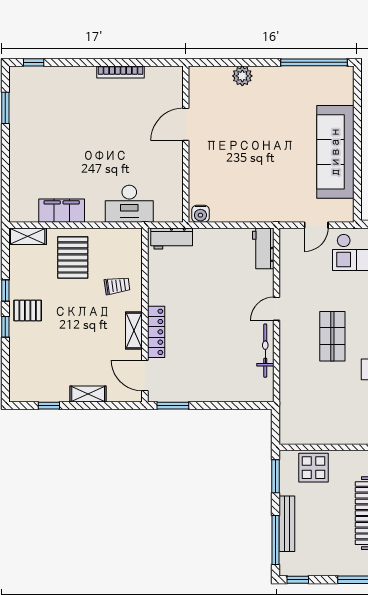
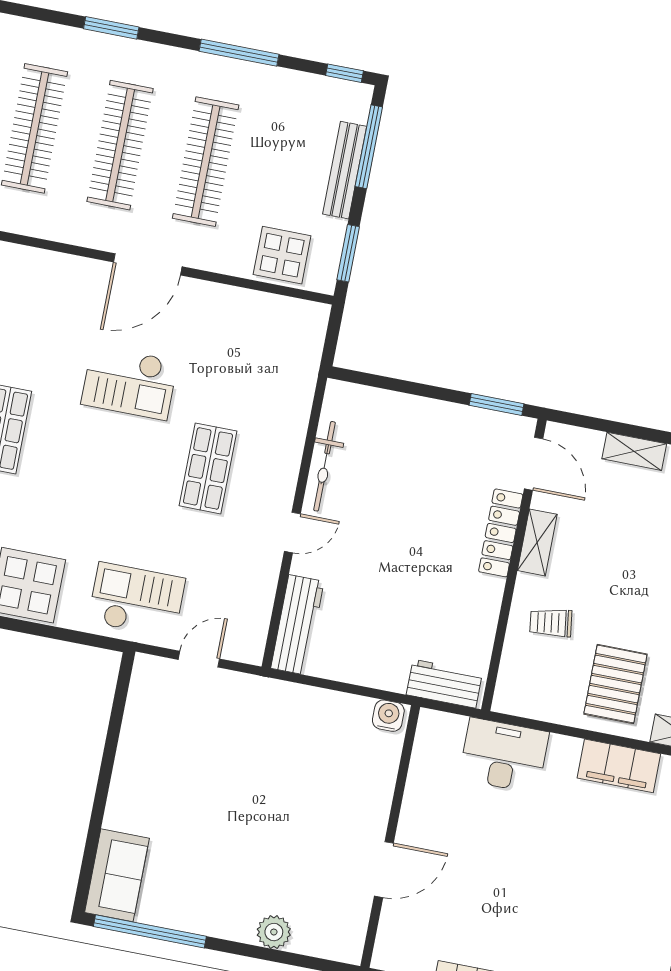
sofa: (335, 152) -> (117, 875), moved, width x0.54, depth x0.79
workbench: (263, 248) -> (297, 625), width x1.38

